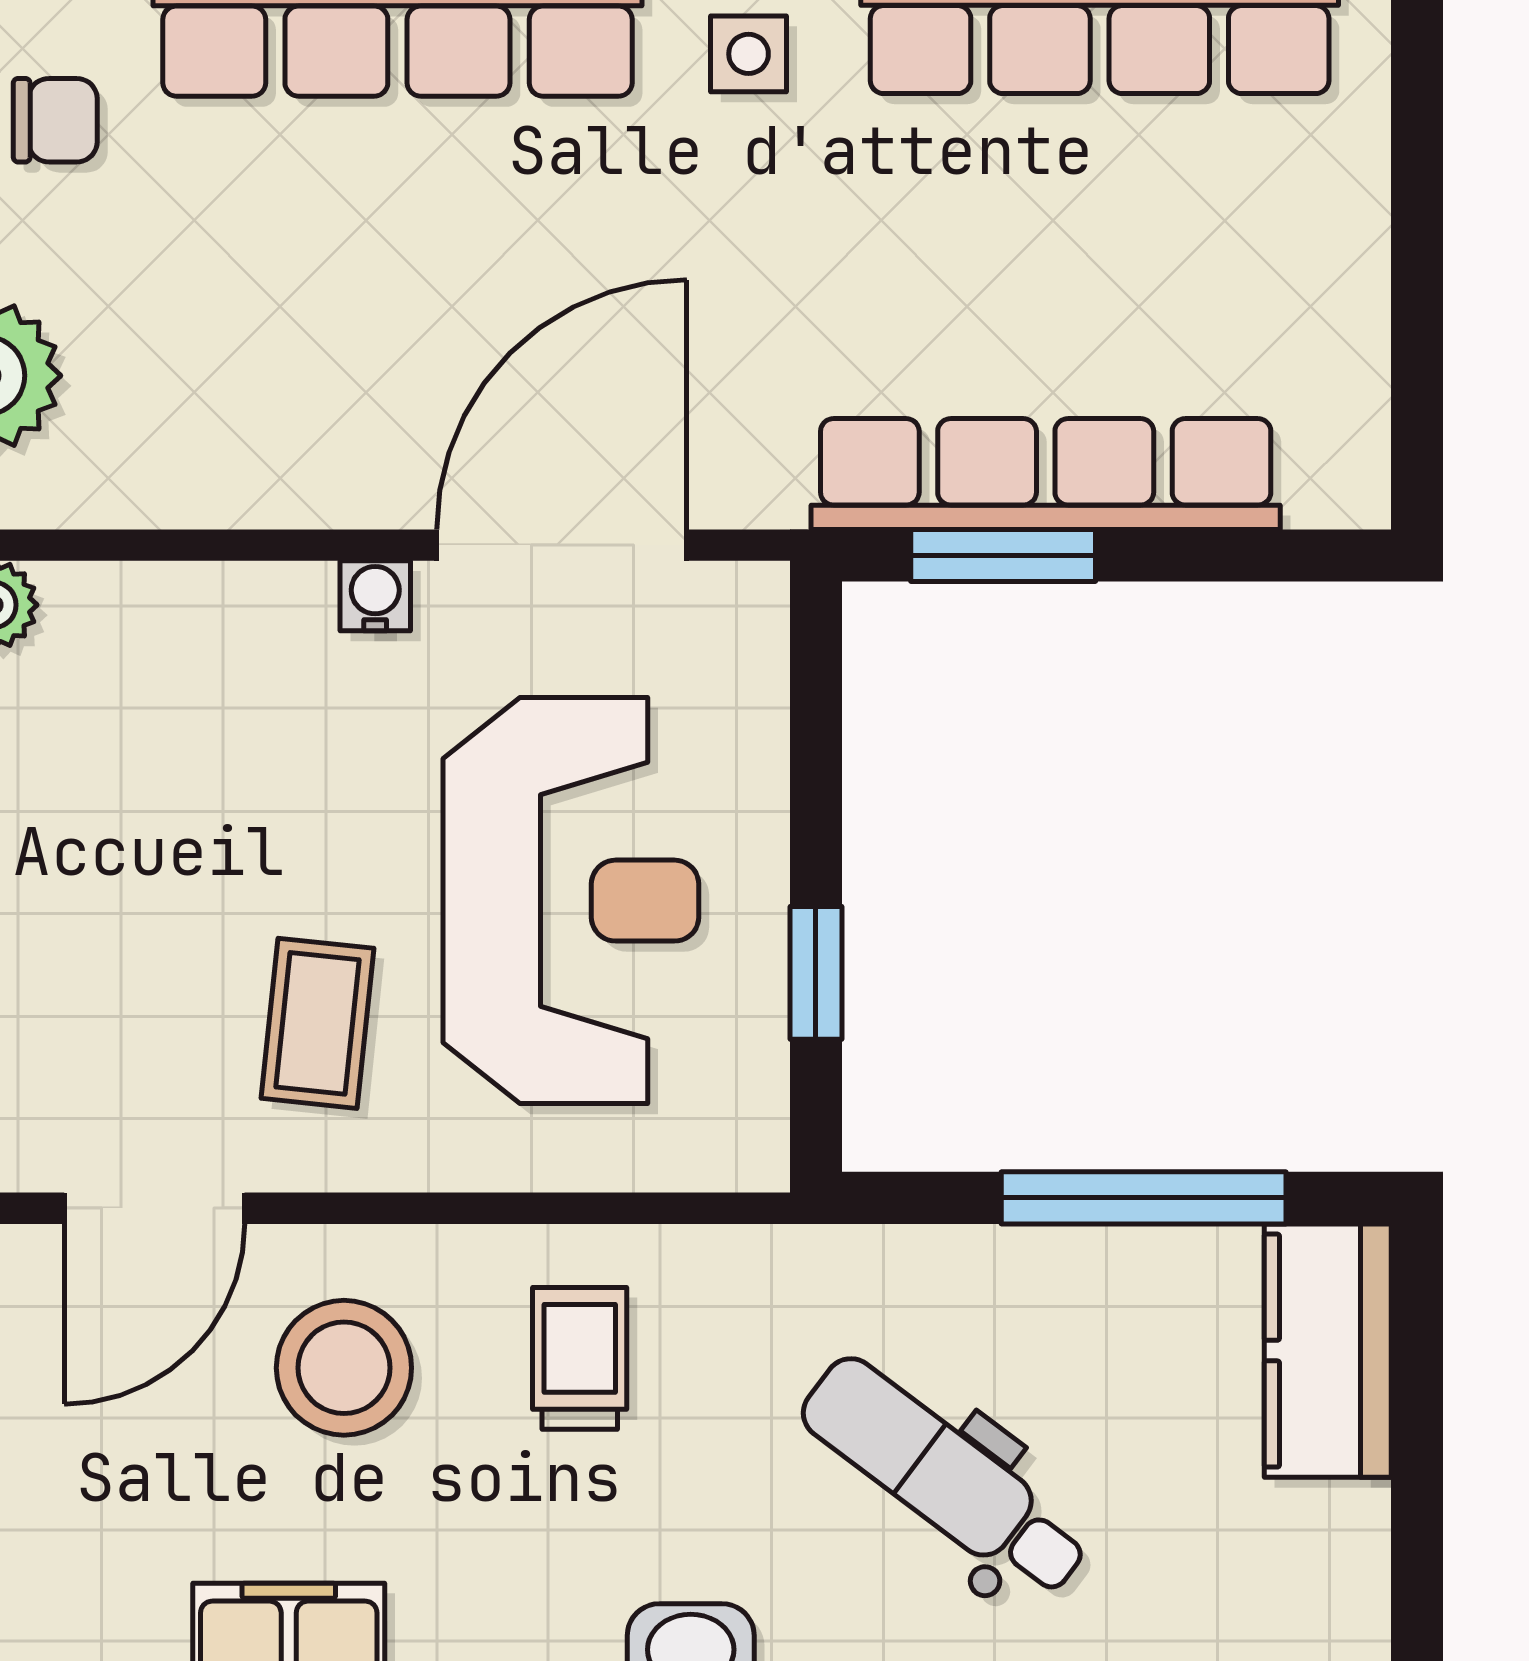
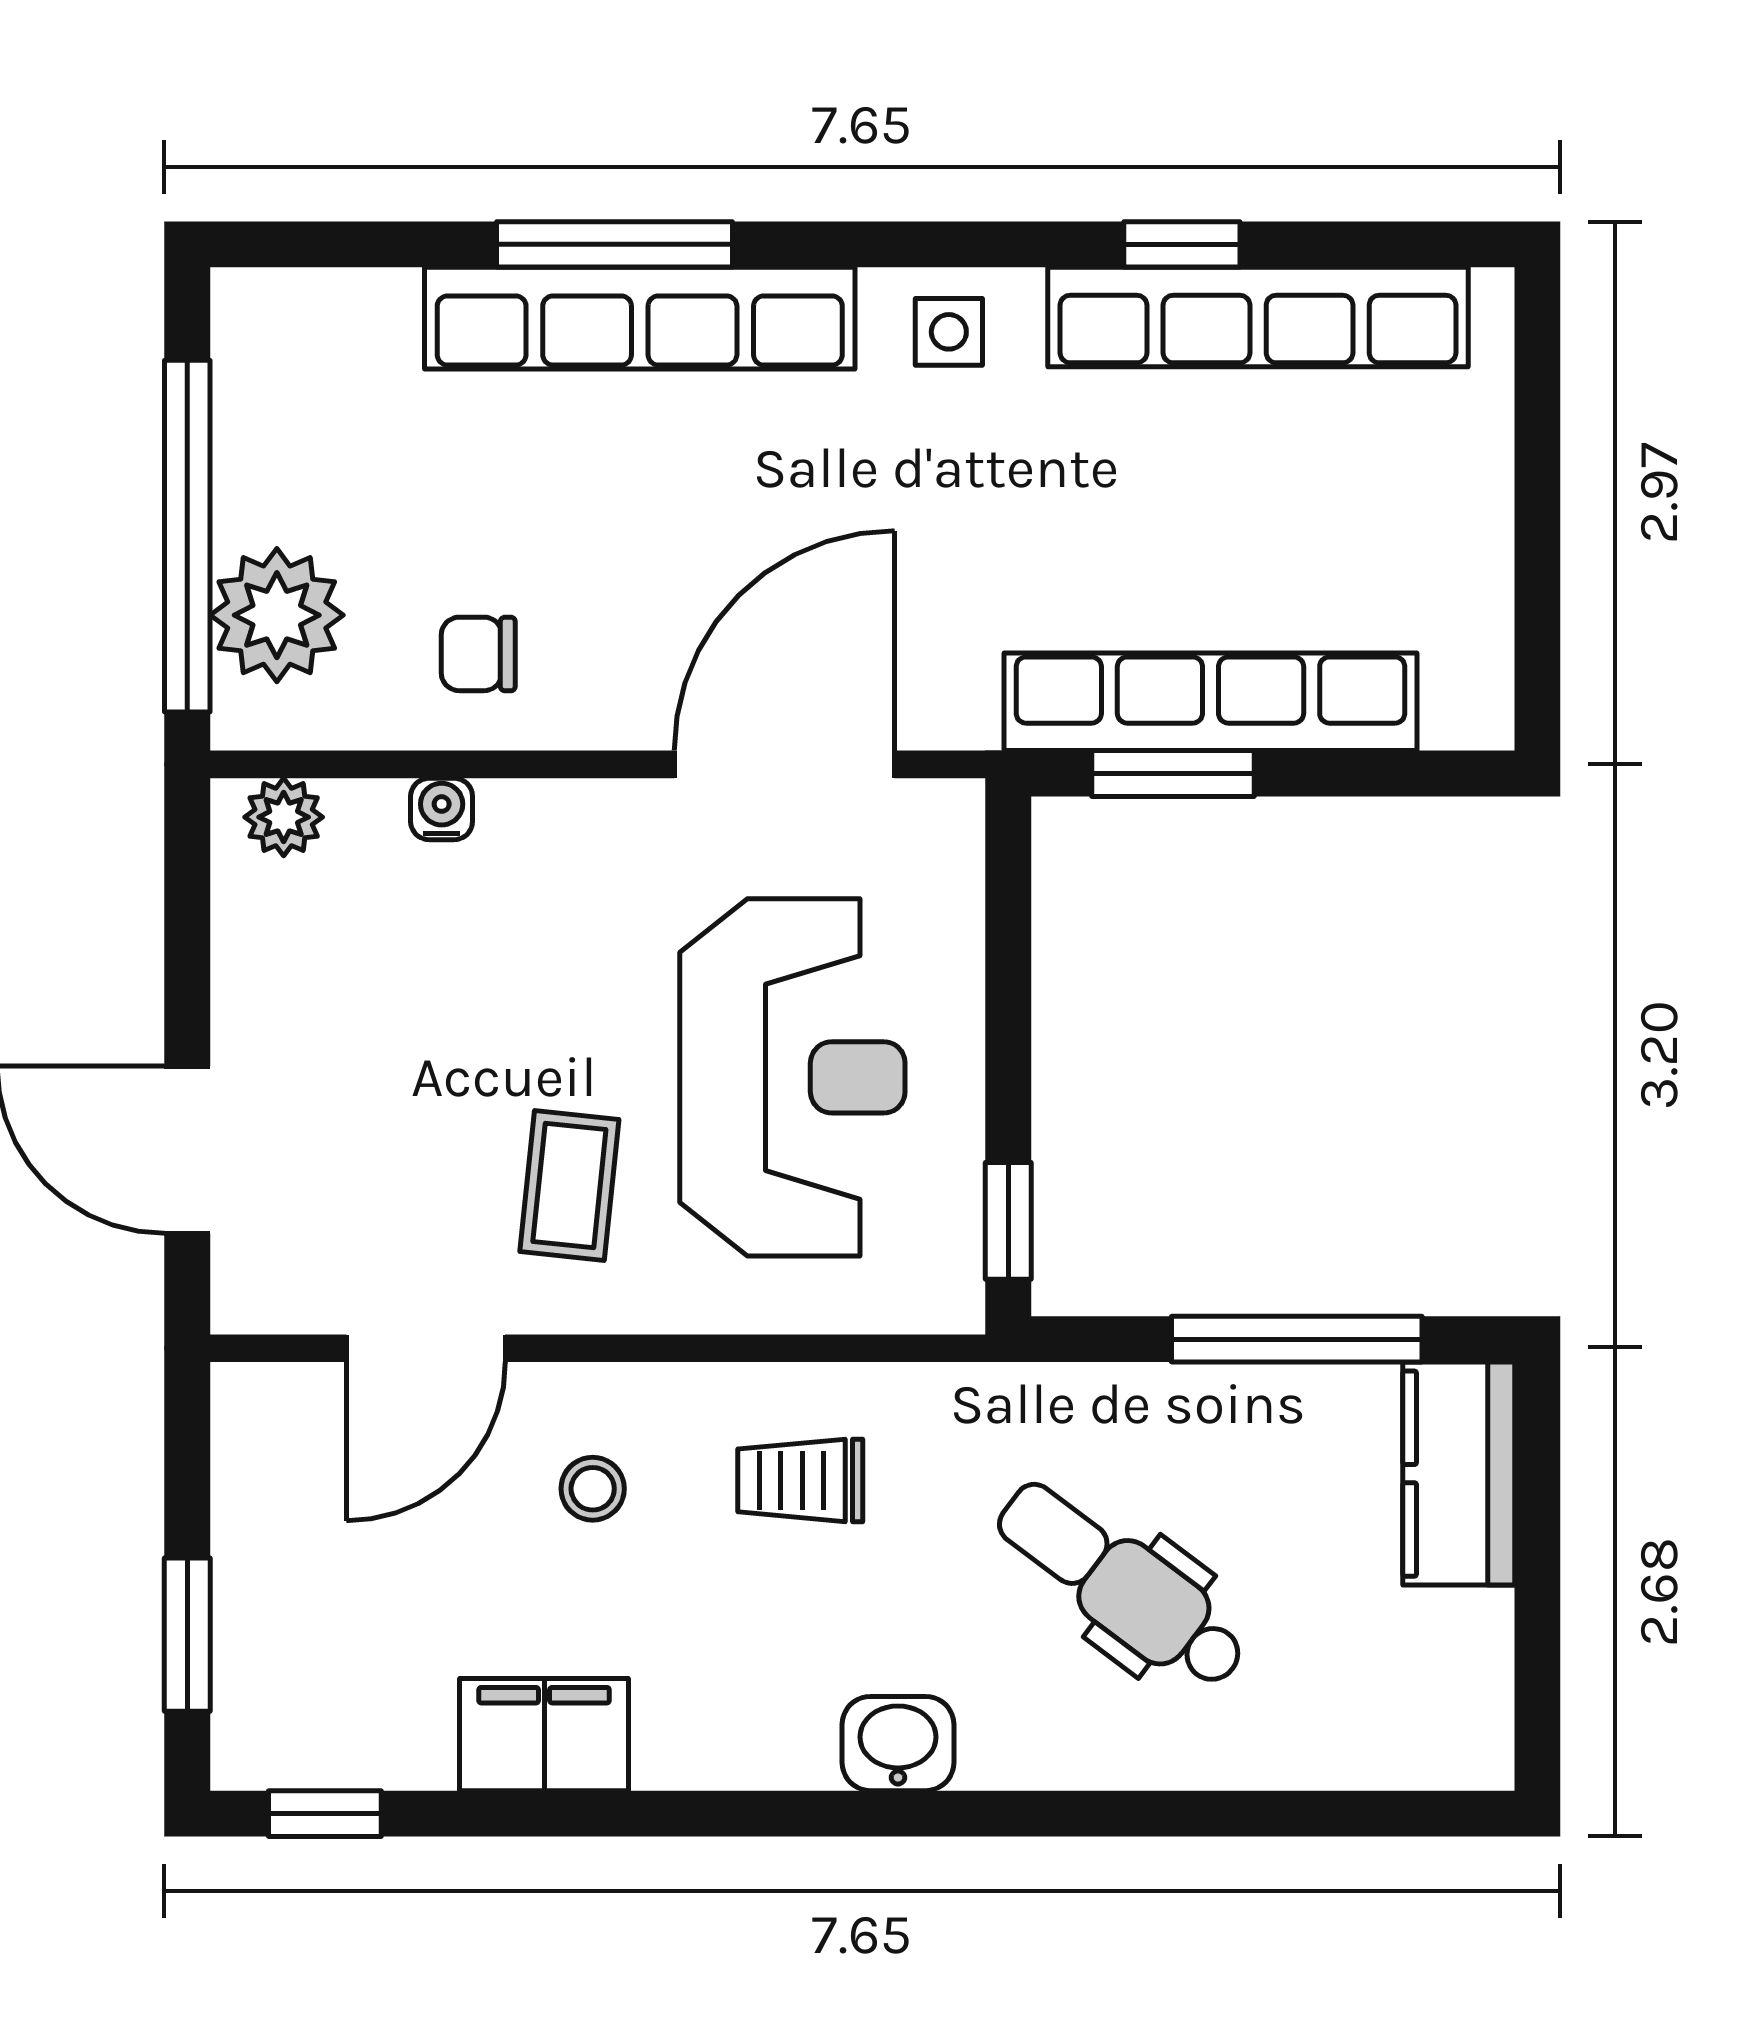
chair: (55, 120) -> (478, 654), moved, turned 180
water cooler: (375, 596) -> (442, 809), moved
window: (816, 973) -> (1008, 1221), moved
trolley: (580, 1358) -> (800, 1480), turned -90
stool: (344, 1368) -> (593, 1489), width x0.53, depth x0.53

